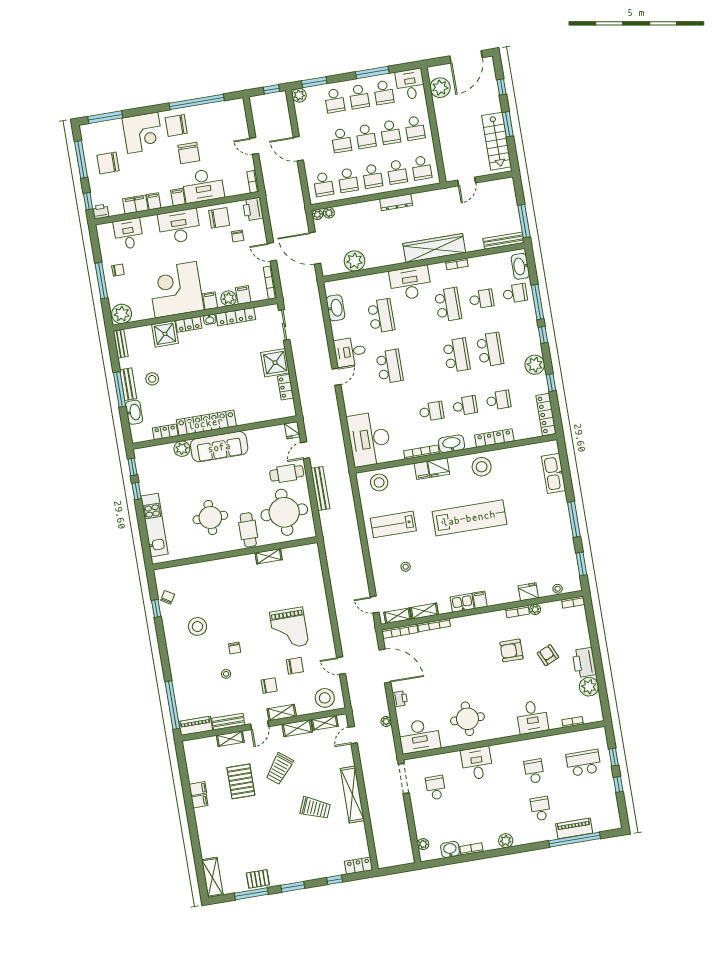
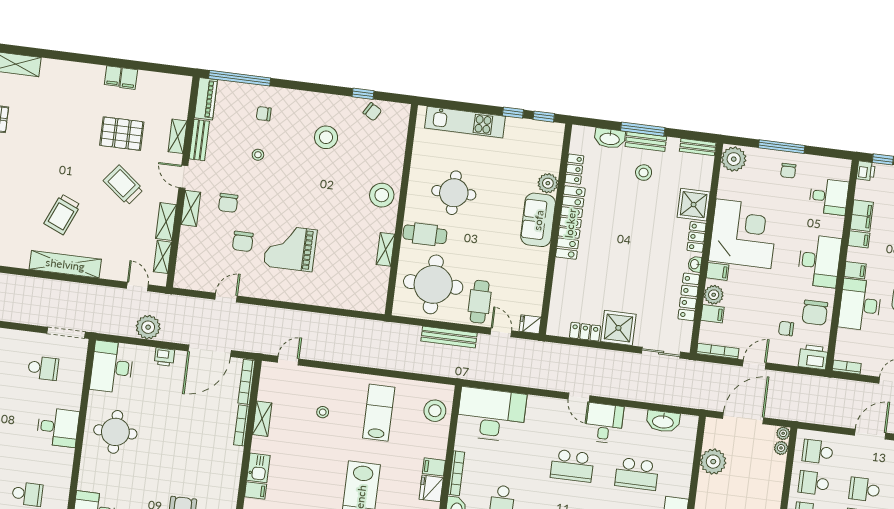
sofa: (219, 447) -> (538, 220), width x0.73
shelving: (397, 616) -> (266, 384), removed
chair: (235, 648) -> (264, 114), moved
stool: (325, 698) -> (382, 195), moved
plant: (386, 721) -> (148, 327), width x1.87, depth x1.87

